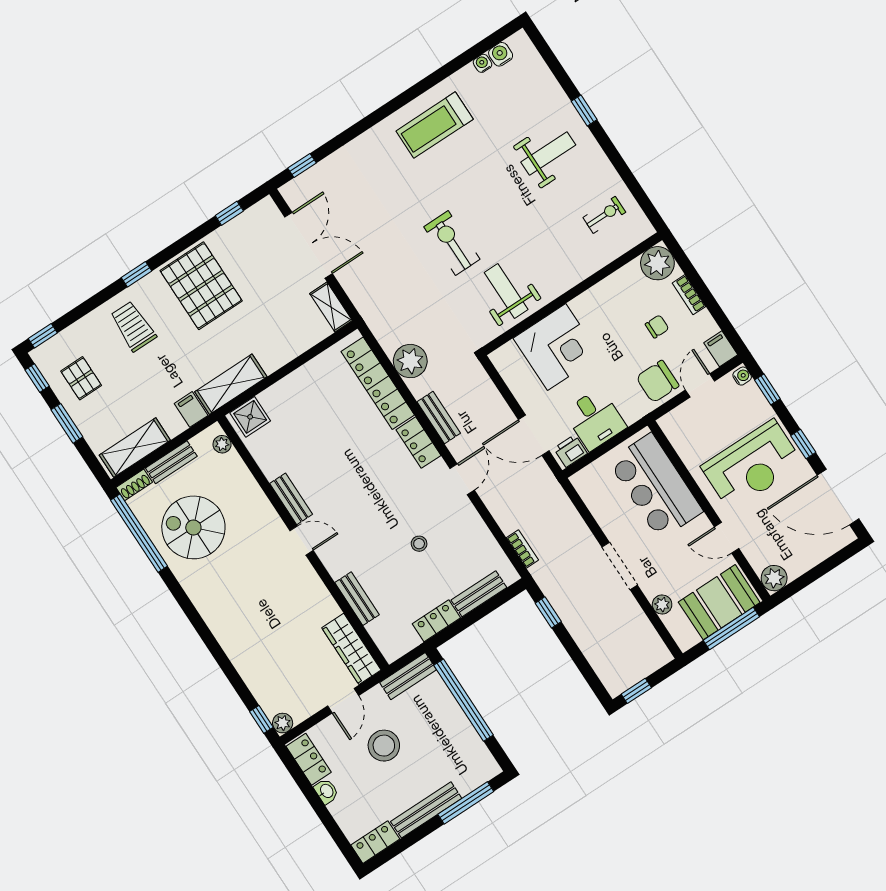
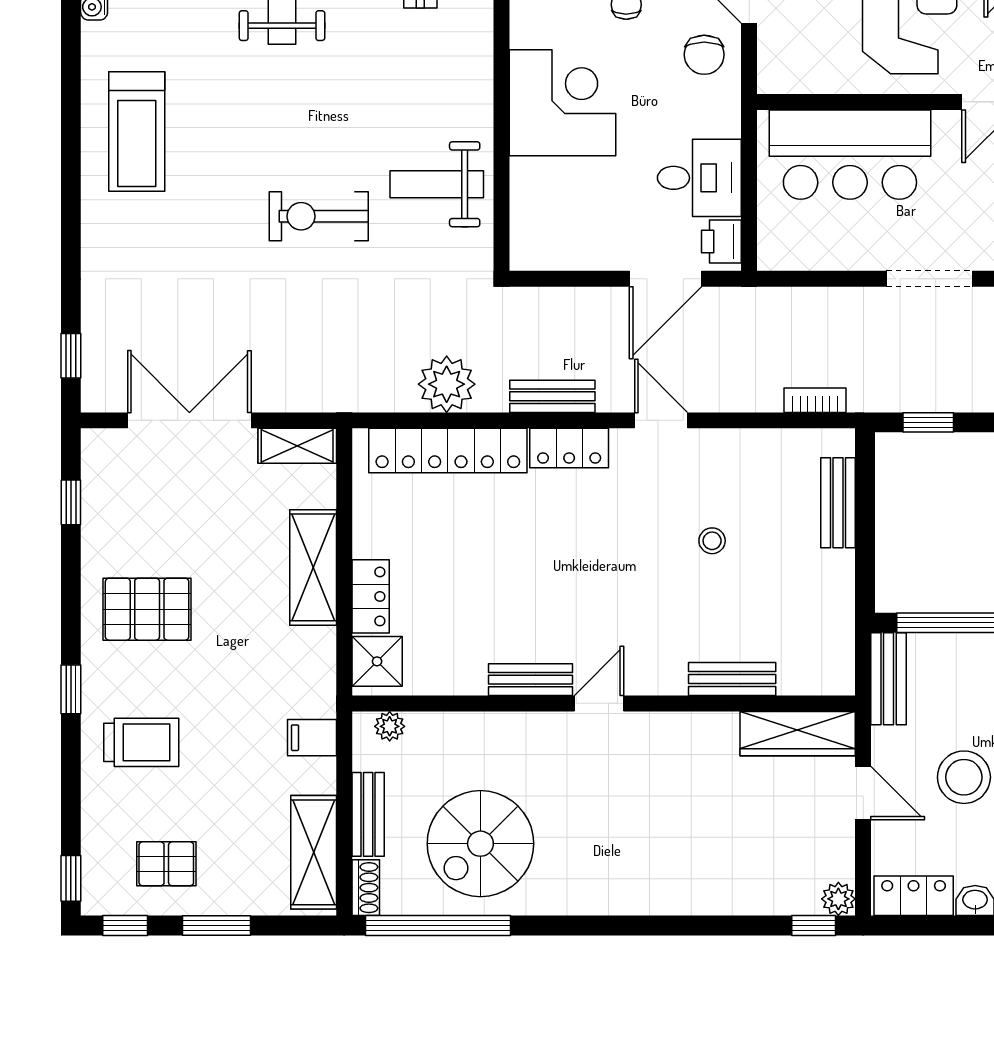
pallet: (201, 286) -> (147, 609), width x0.73, depth x0.71
trolley: (133, 326) -> (141, 742), turned 180
corner desk: (557, 347) -> (562, 103), moved
chair: (658, 381) -> (704, 55), width x0.73, depth x0.73
shelving: (231, 384) -> (313, 567), moved
locker: (436, 621) -> (371, 596), moved, turned 180

